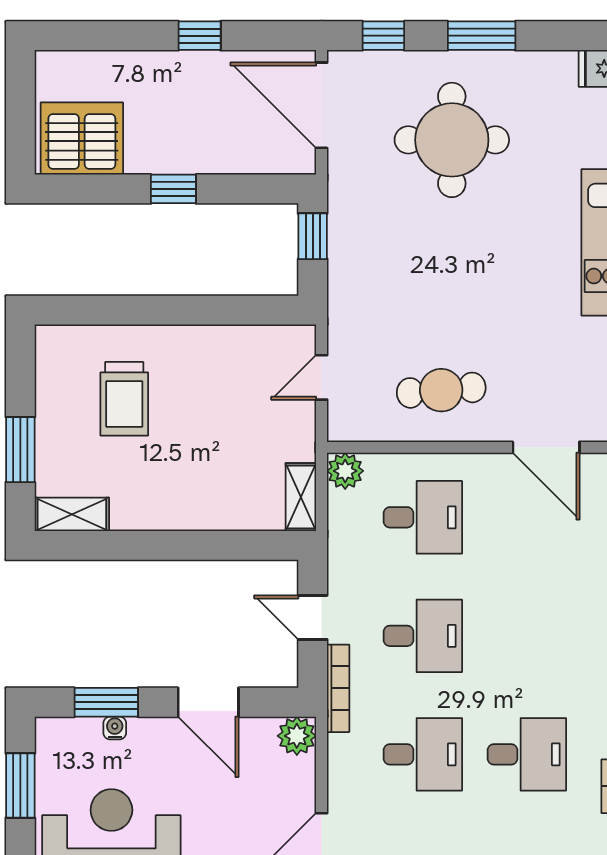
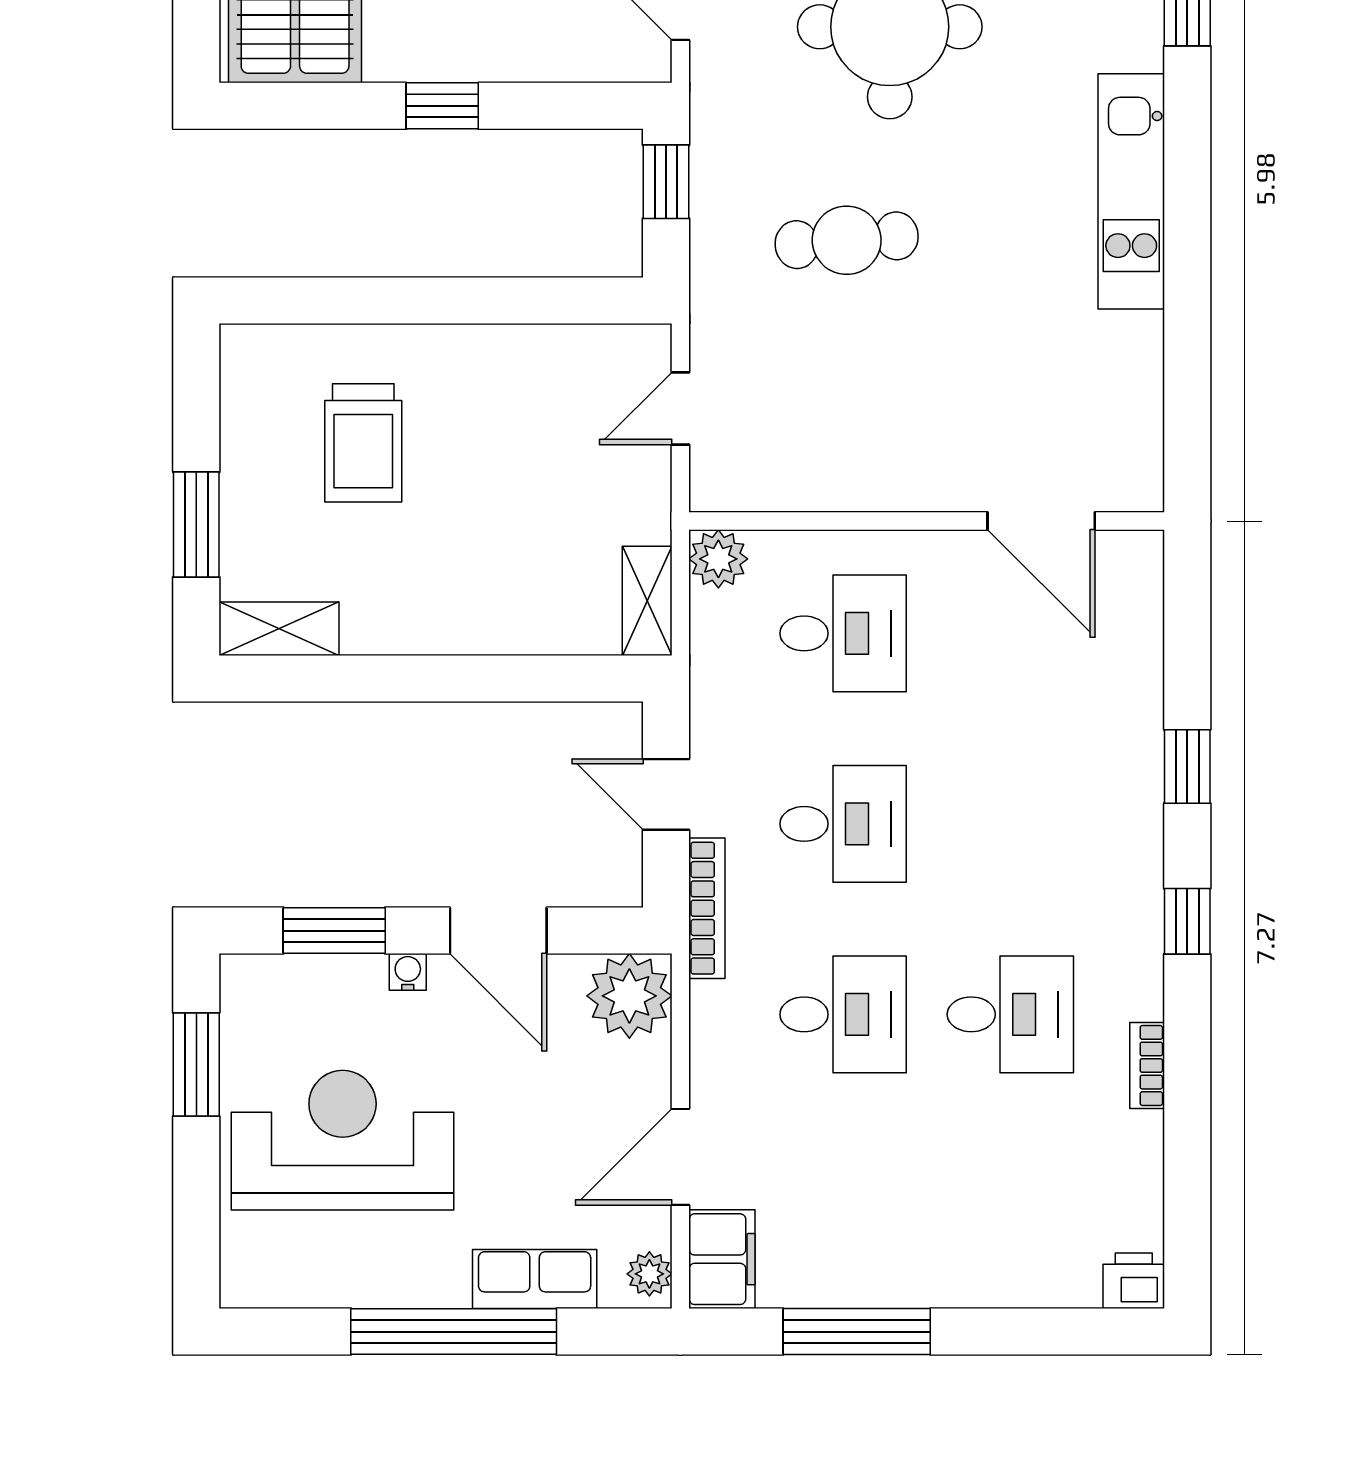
cafe table: (441, 390) -> (847, 240), moved
water cooler: (115, 728) -> (408, 972), moved
plant: (297, 736) -> (629, 996), width x1.36, depth x1.36

